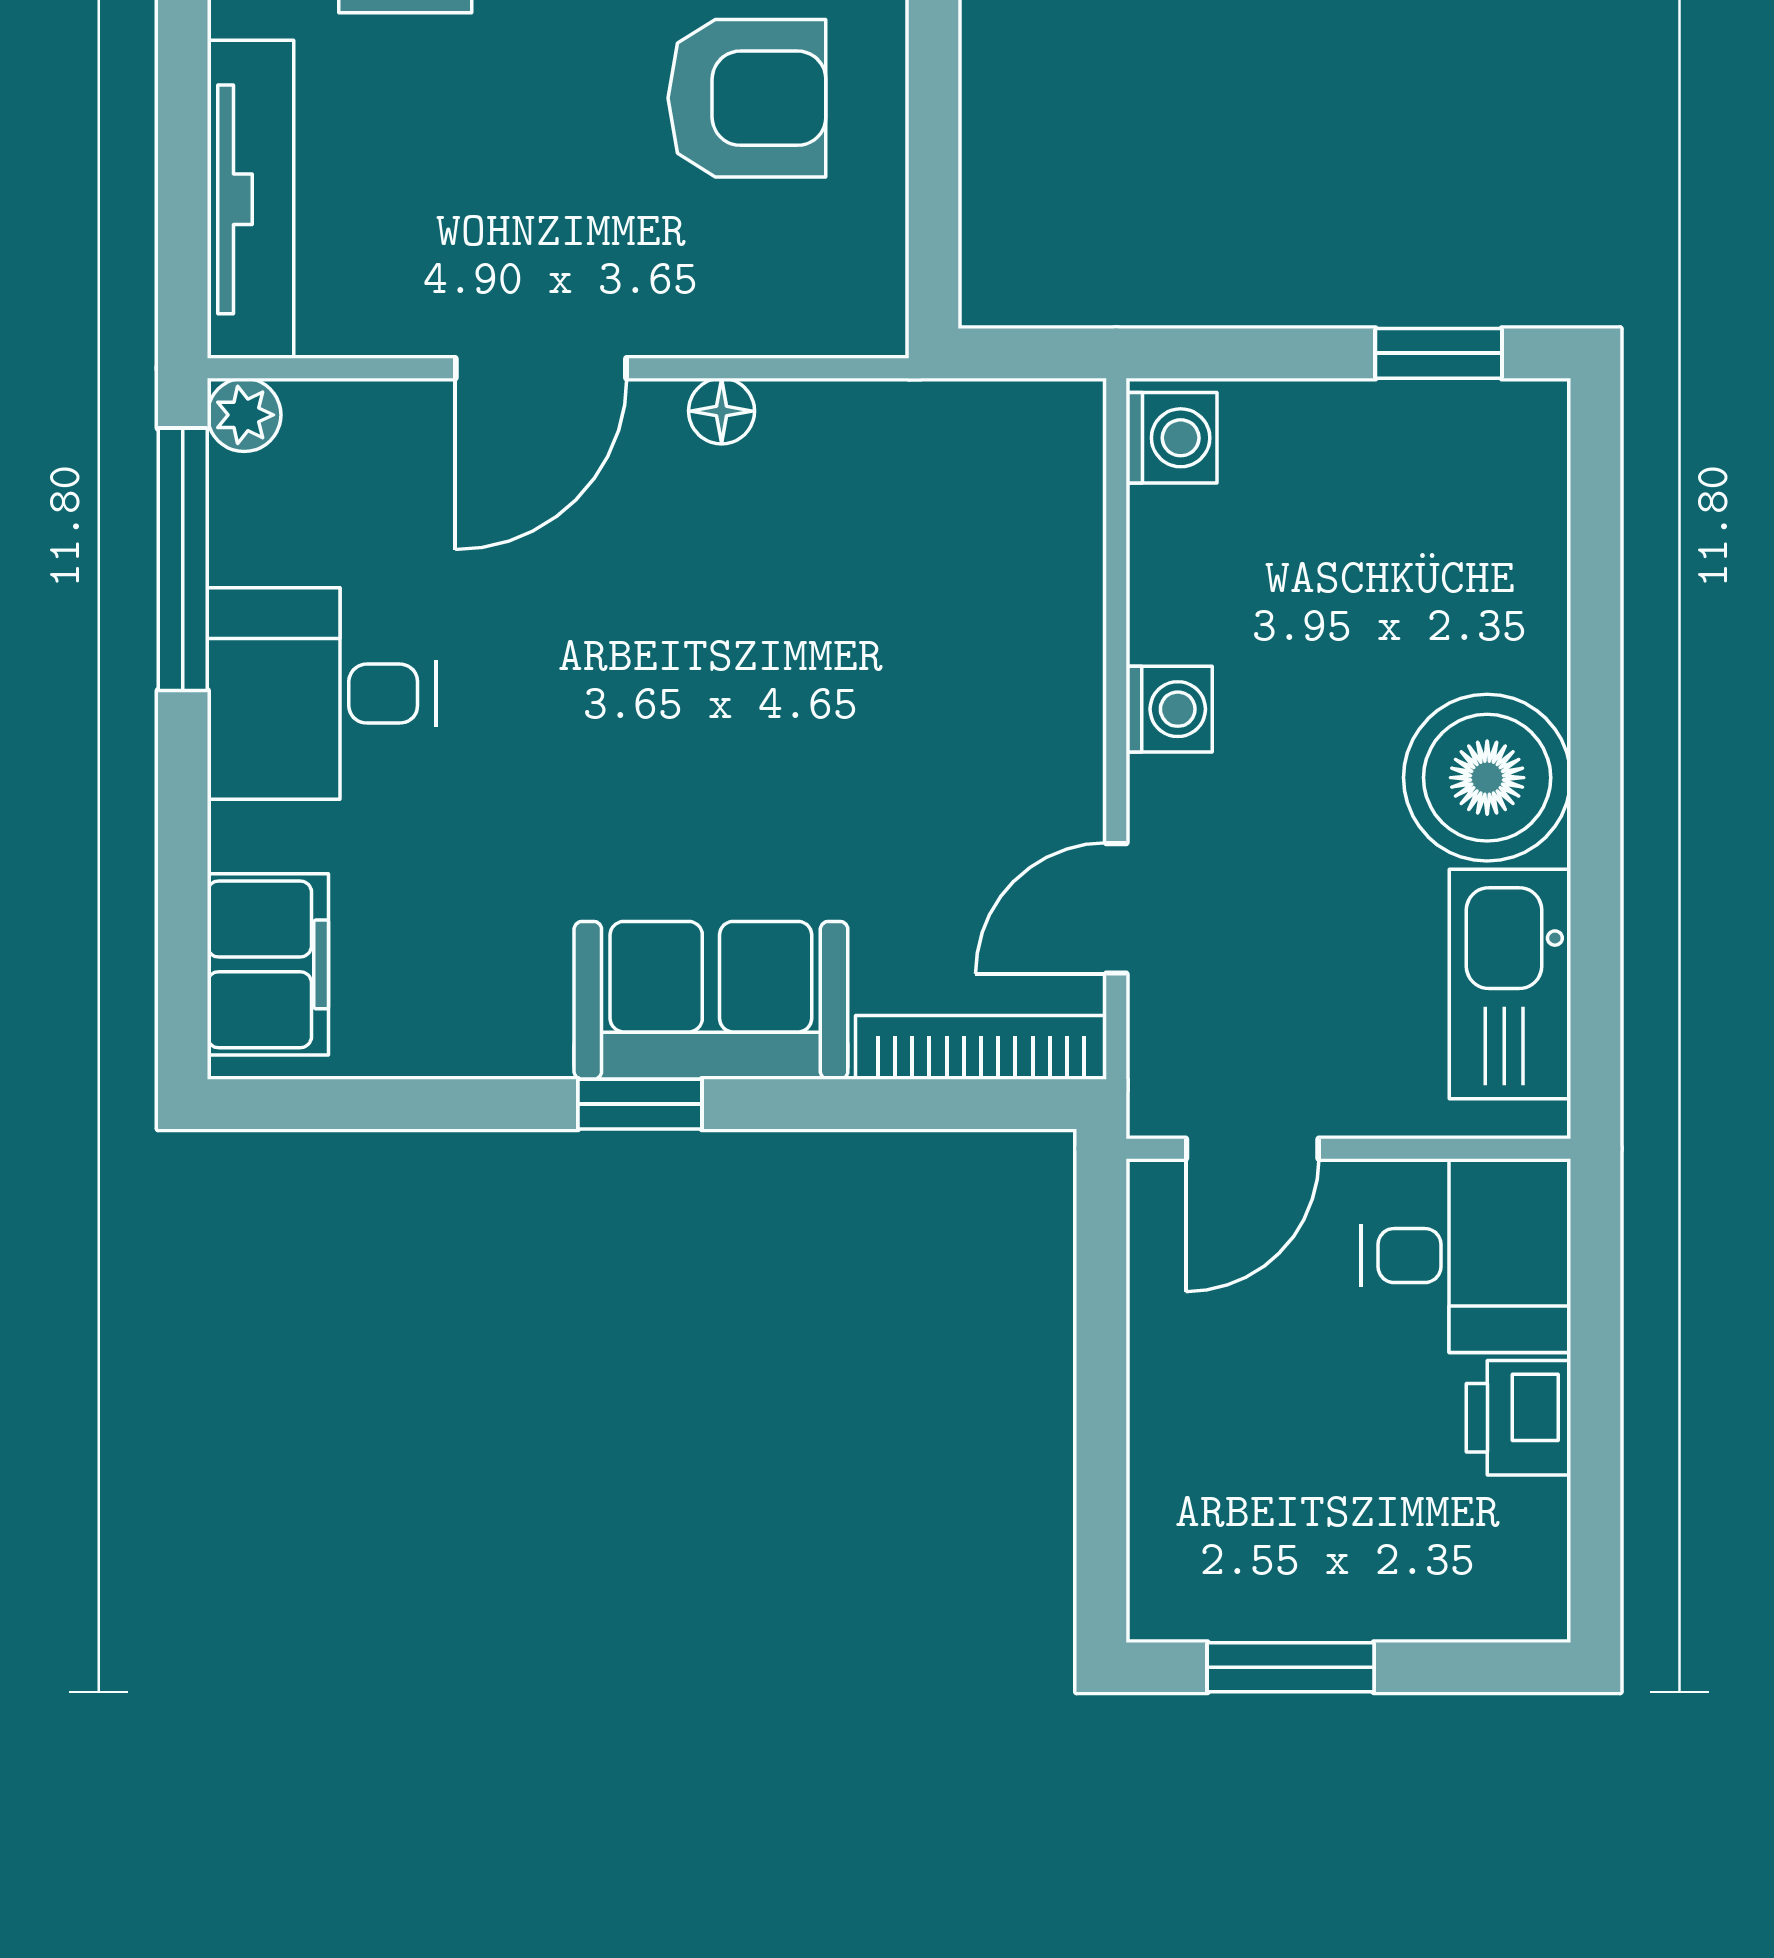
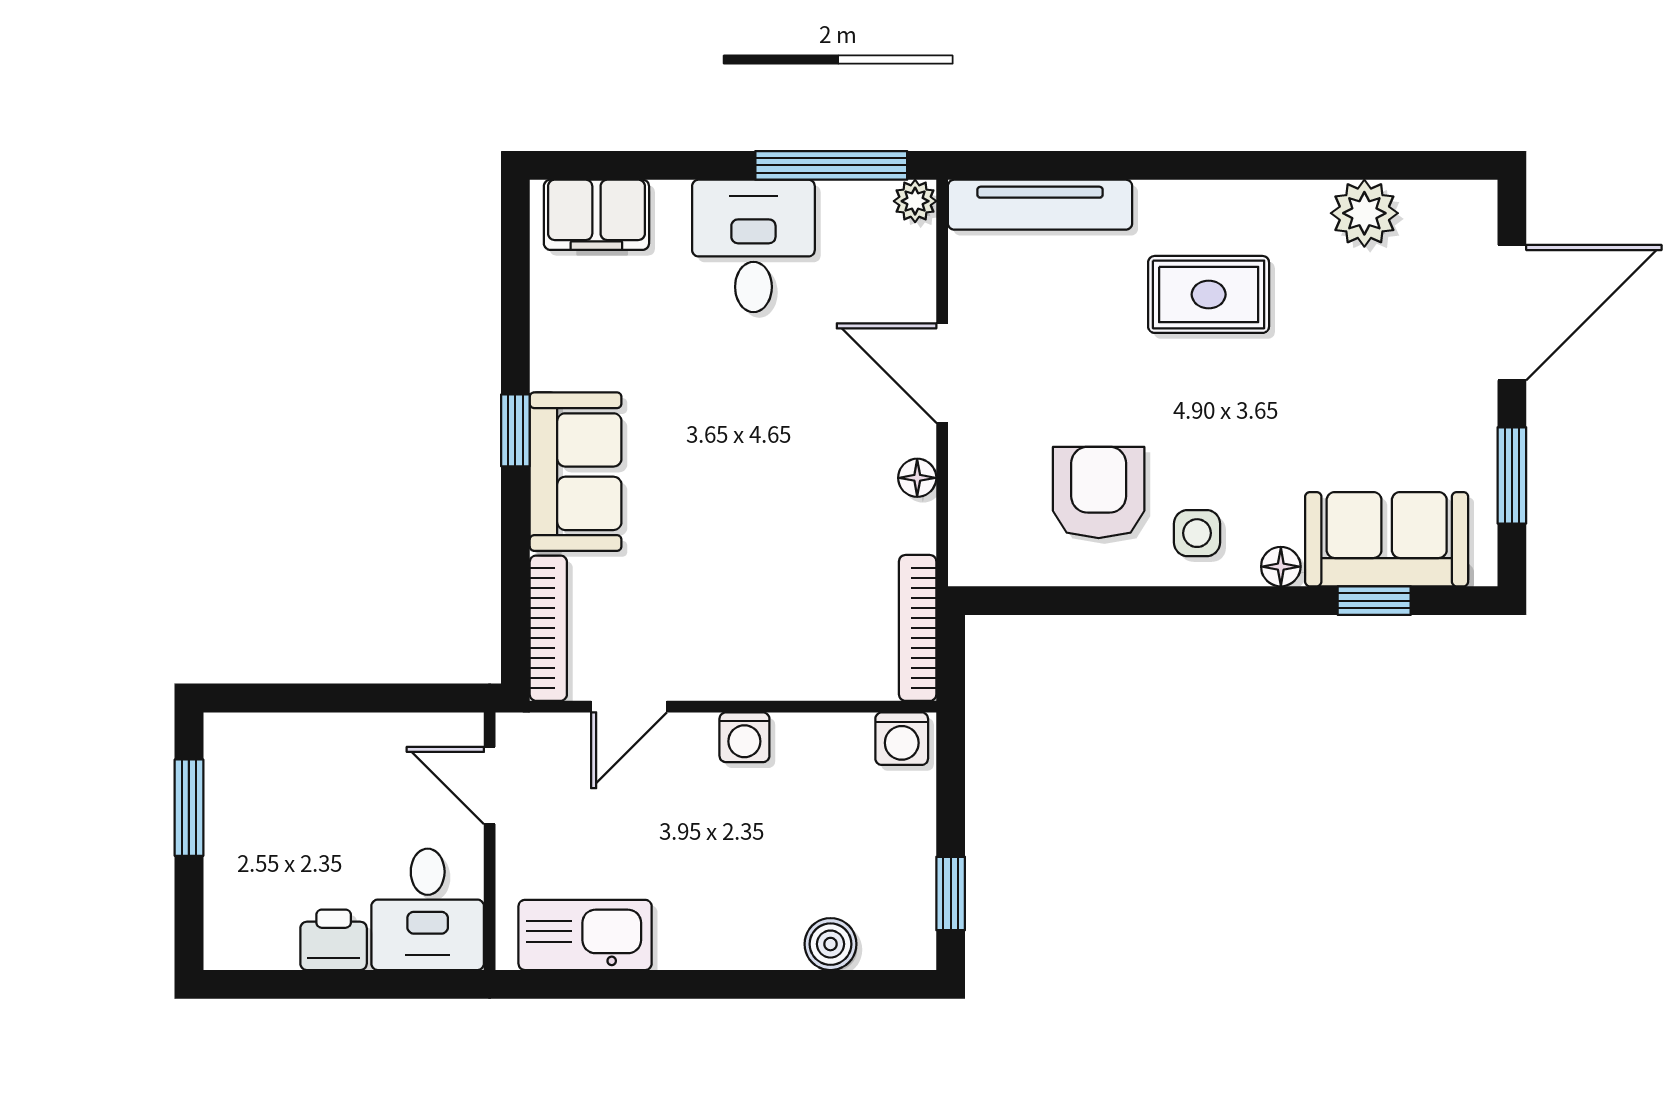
armchair: (747, 98) -> (1099, 492), turned 180
bookcase: (980, 410) -> (918, 628), added
boiler: (1487, 778) -> (831, 944), moved, width x0.54, depth x0.54
door: (1116, 908) -> (629, 707), swing flipped

